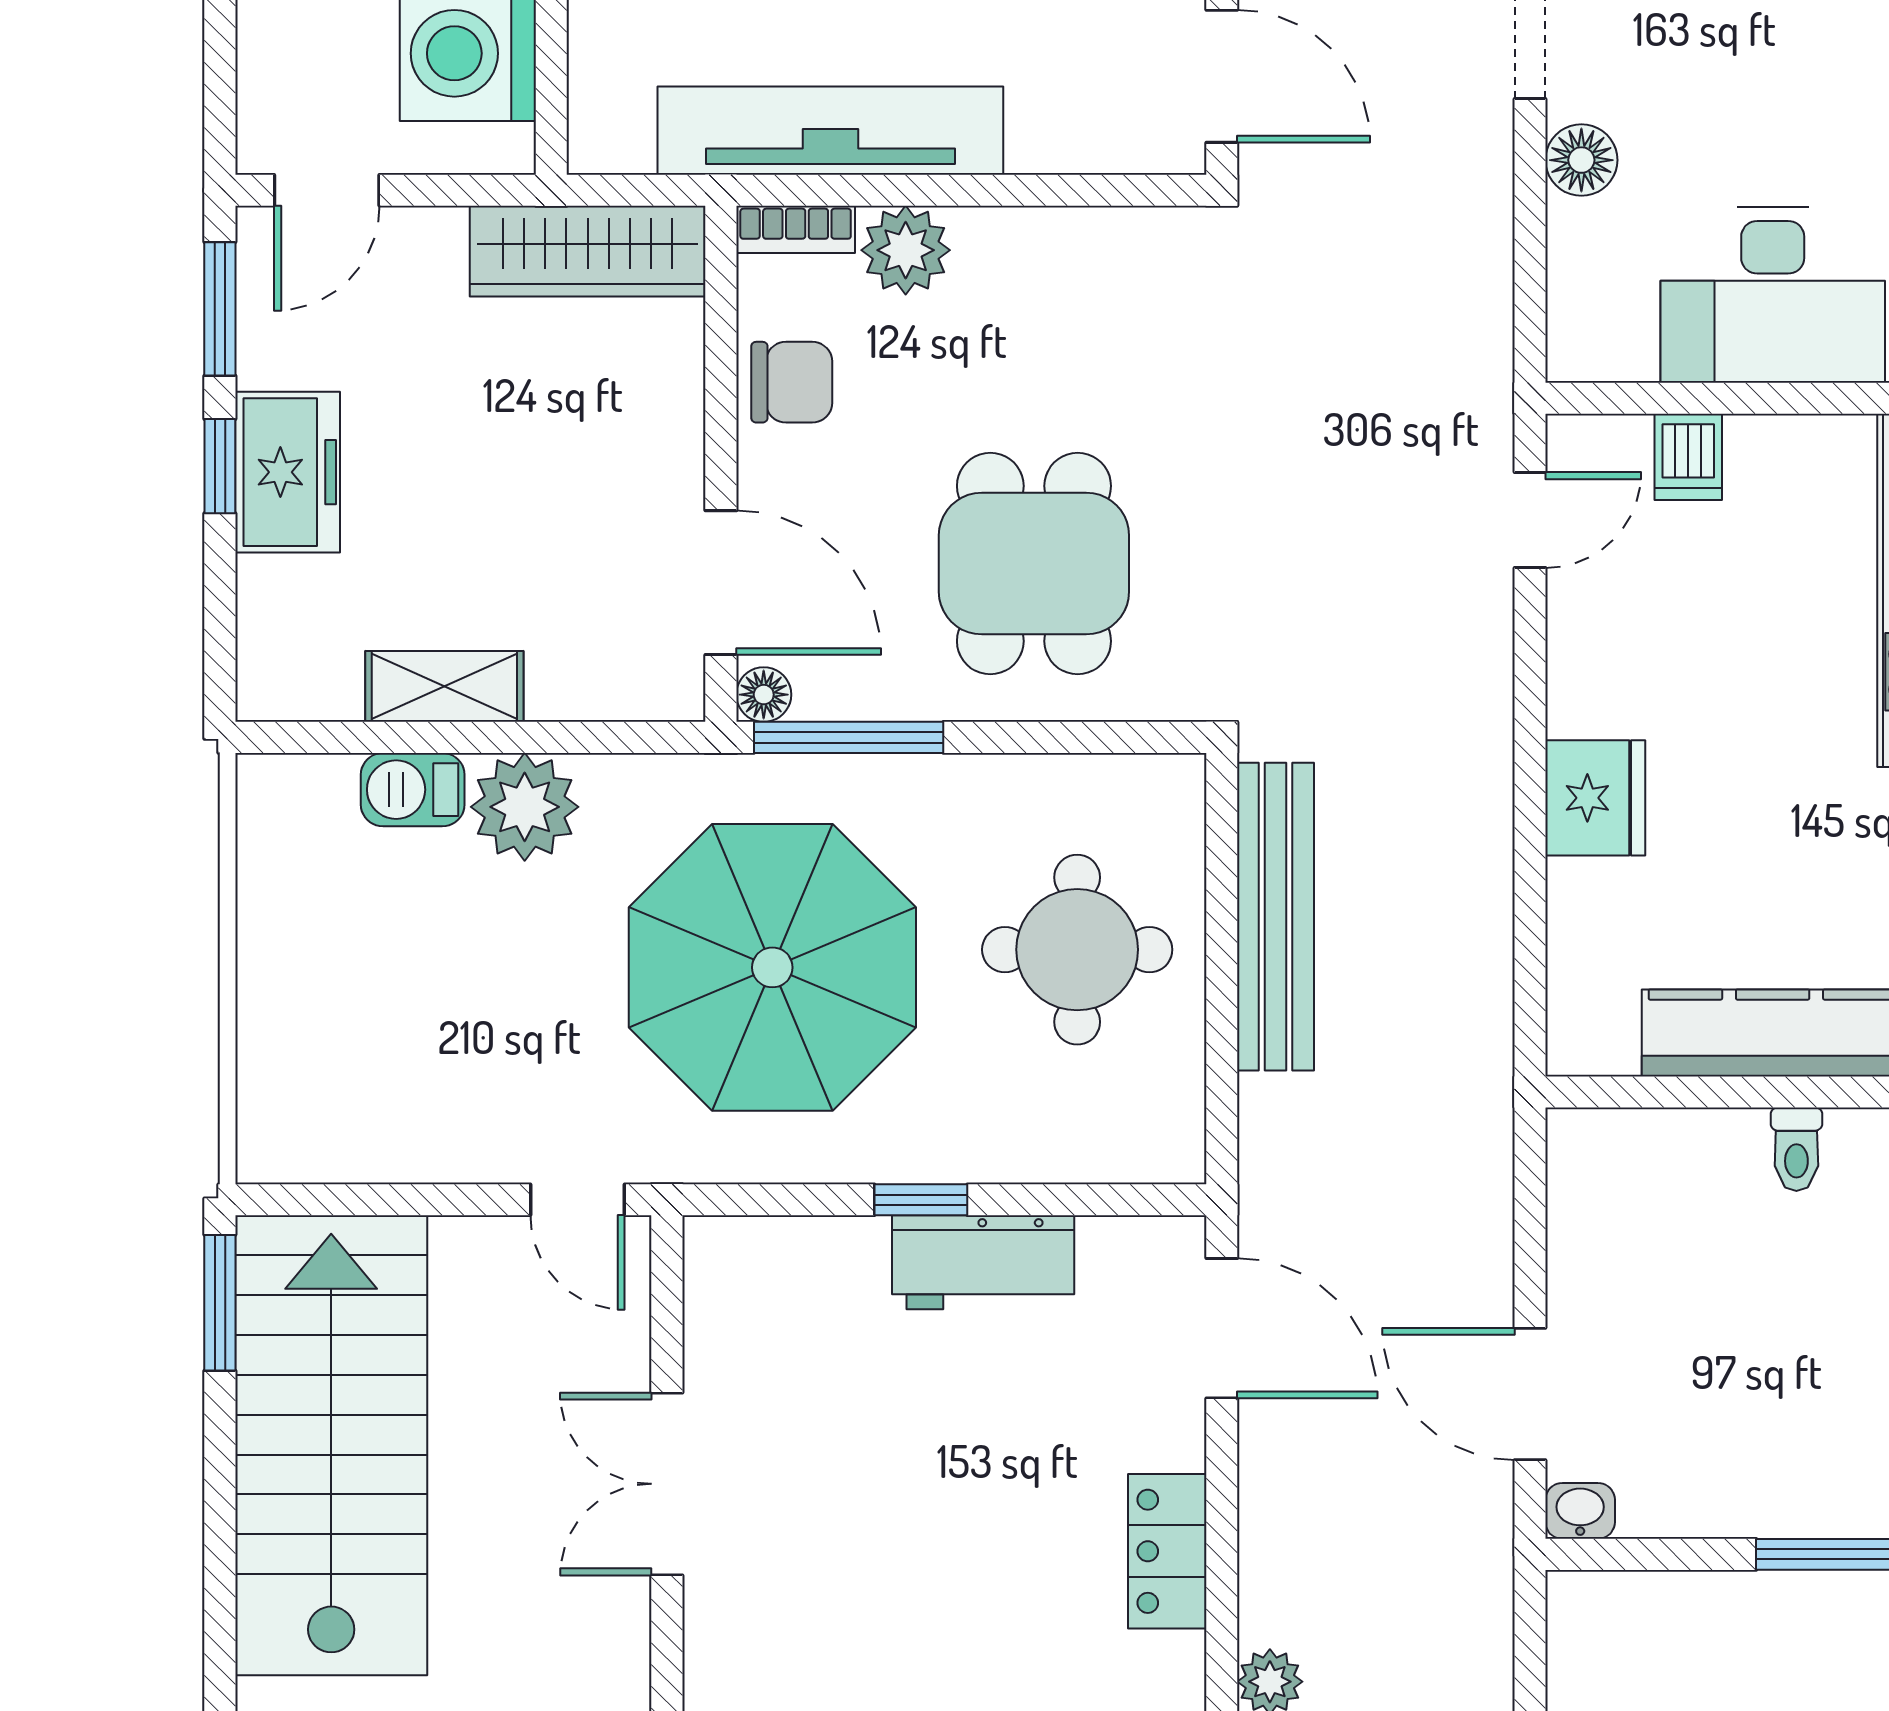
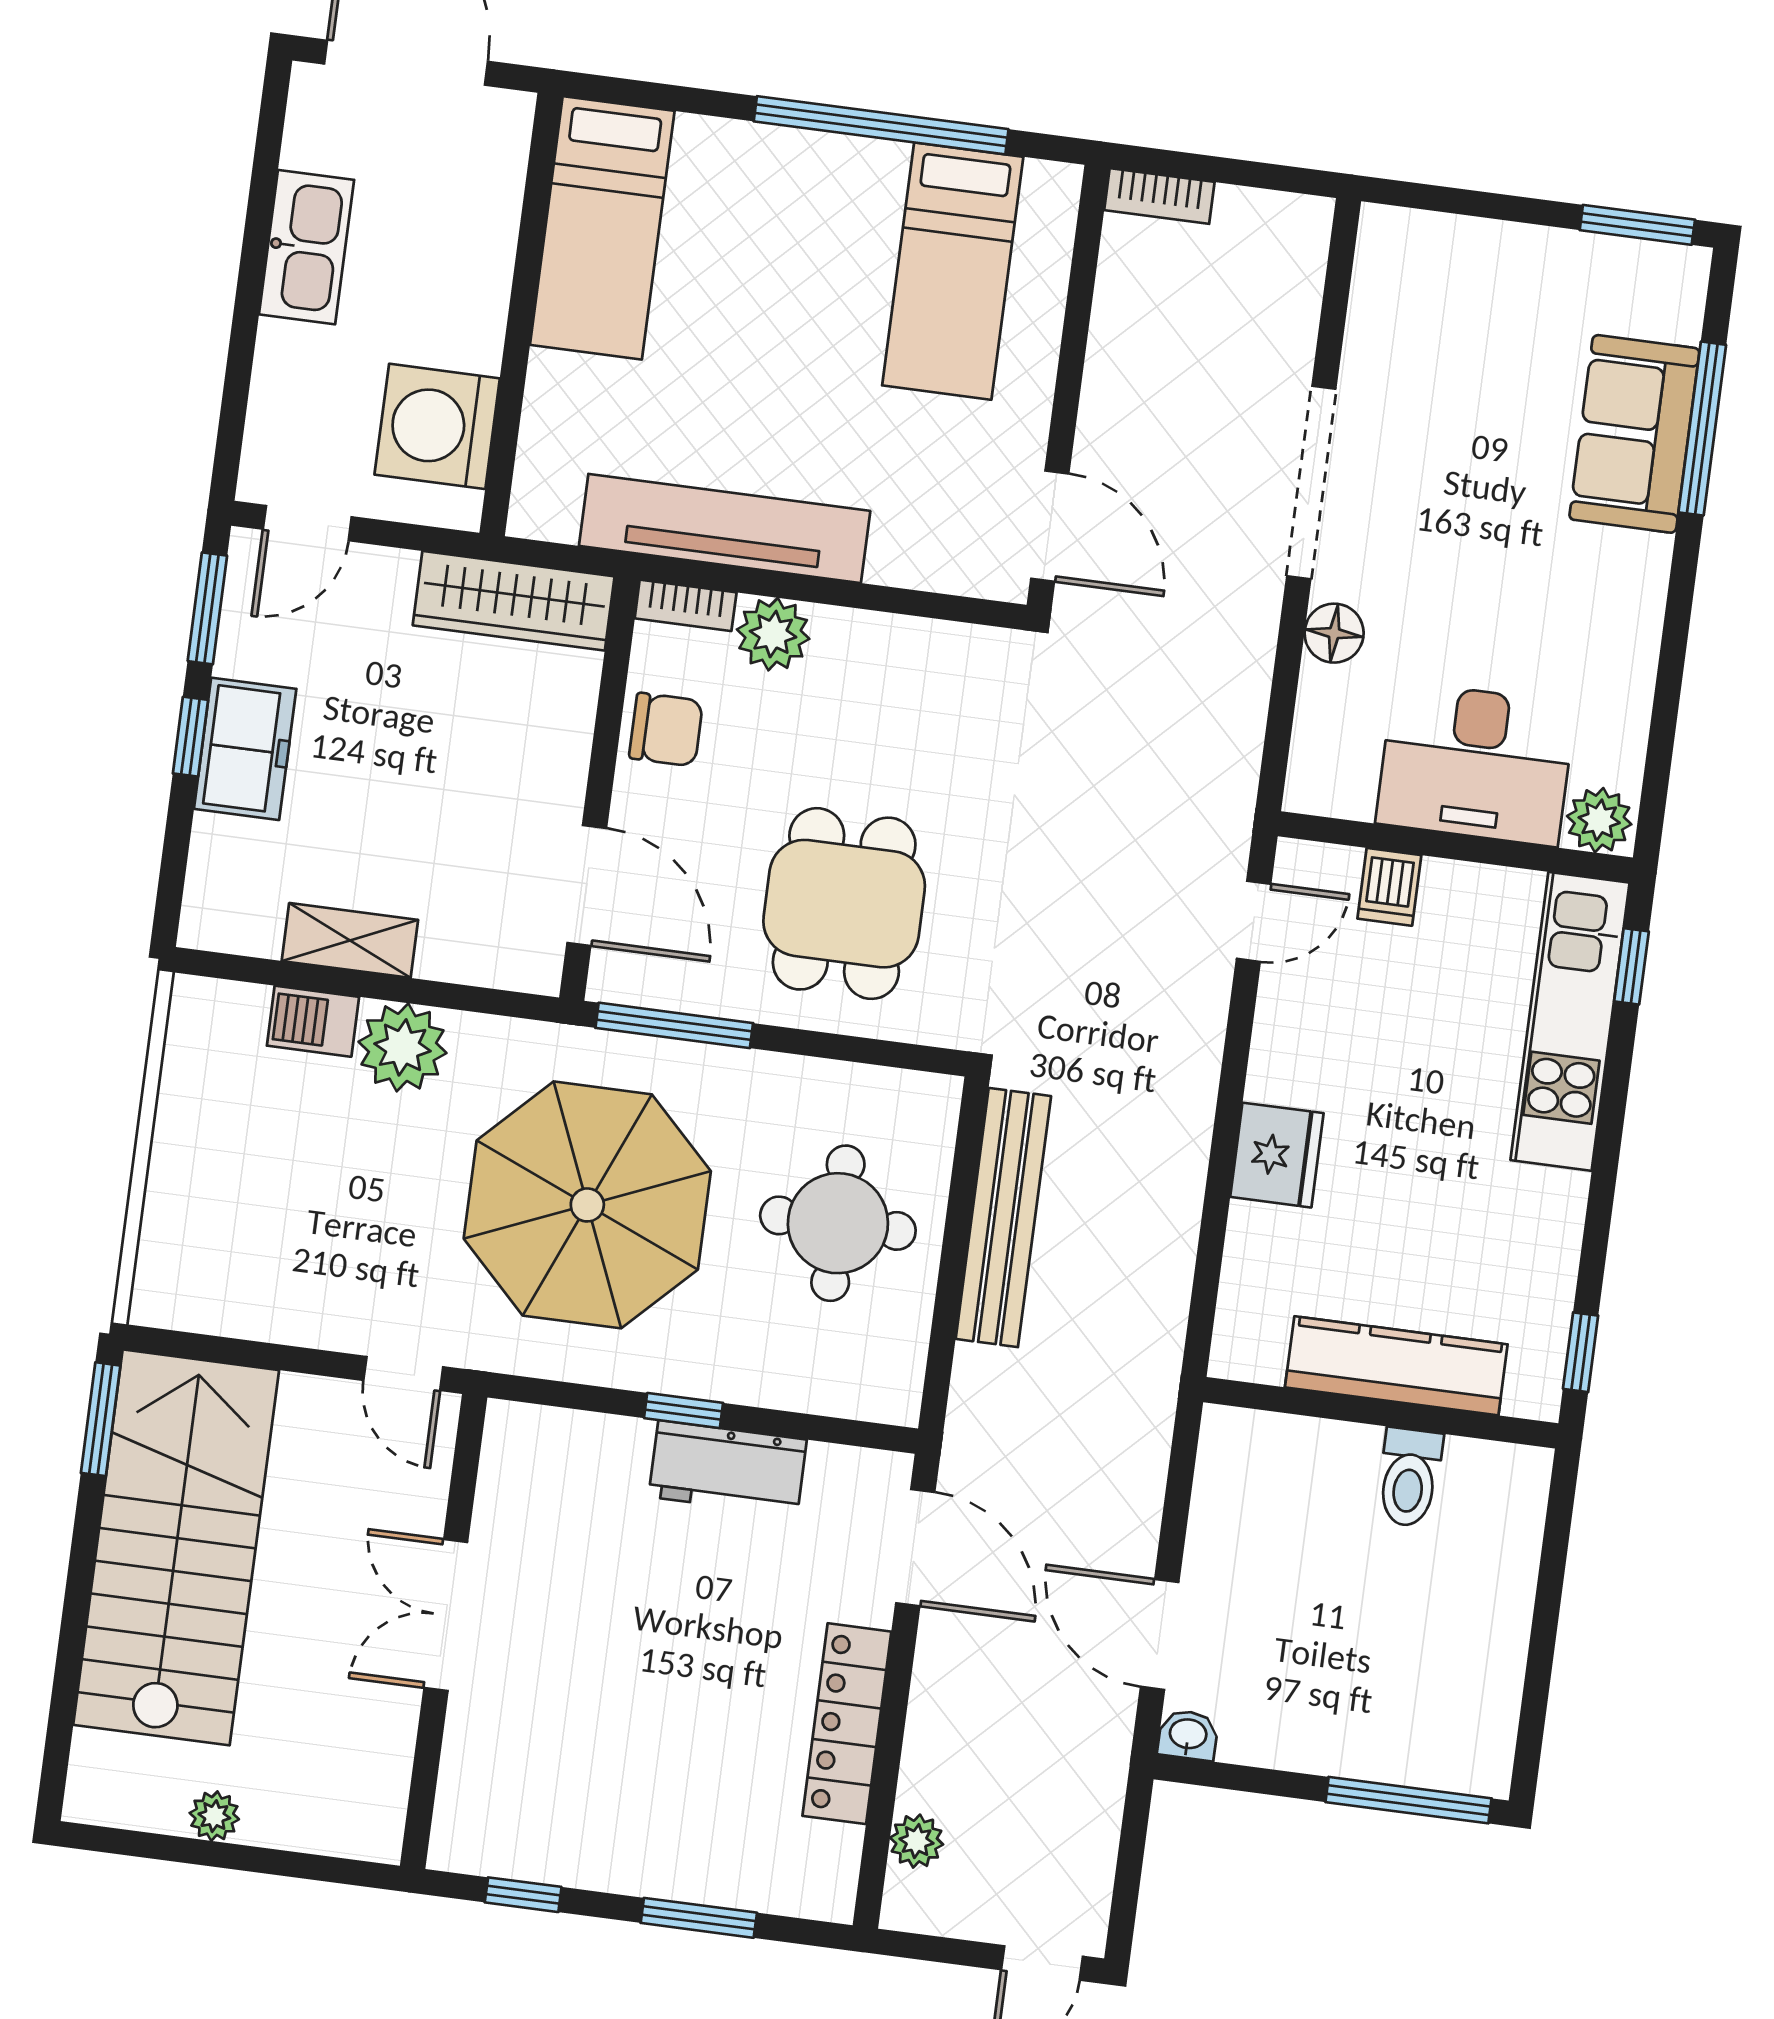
floor lamp: (764, 695) -> (610, 981), removed
toilet: (1796, 1149) -> (1409, 1477), width x1.37, depth x1.39
locker: (1167, 1551) -> (847, 1724), width x1.53

